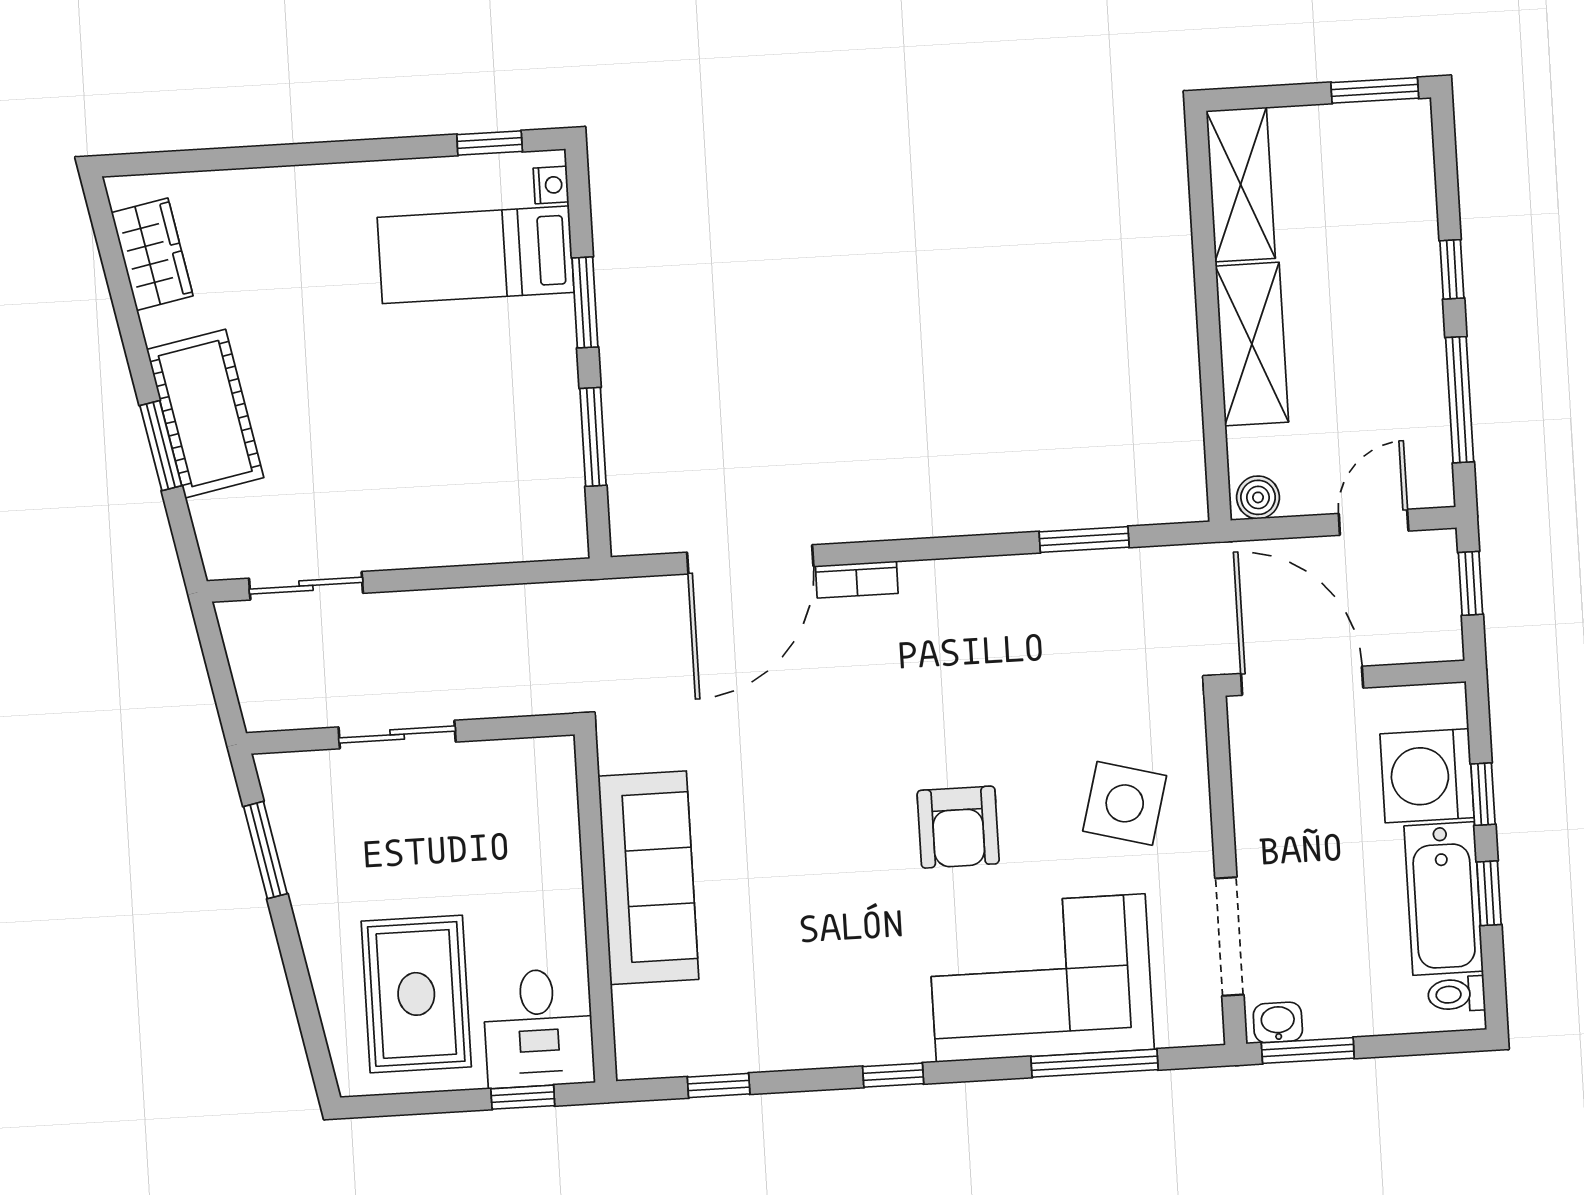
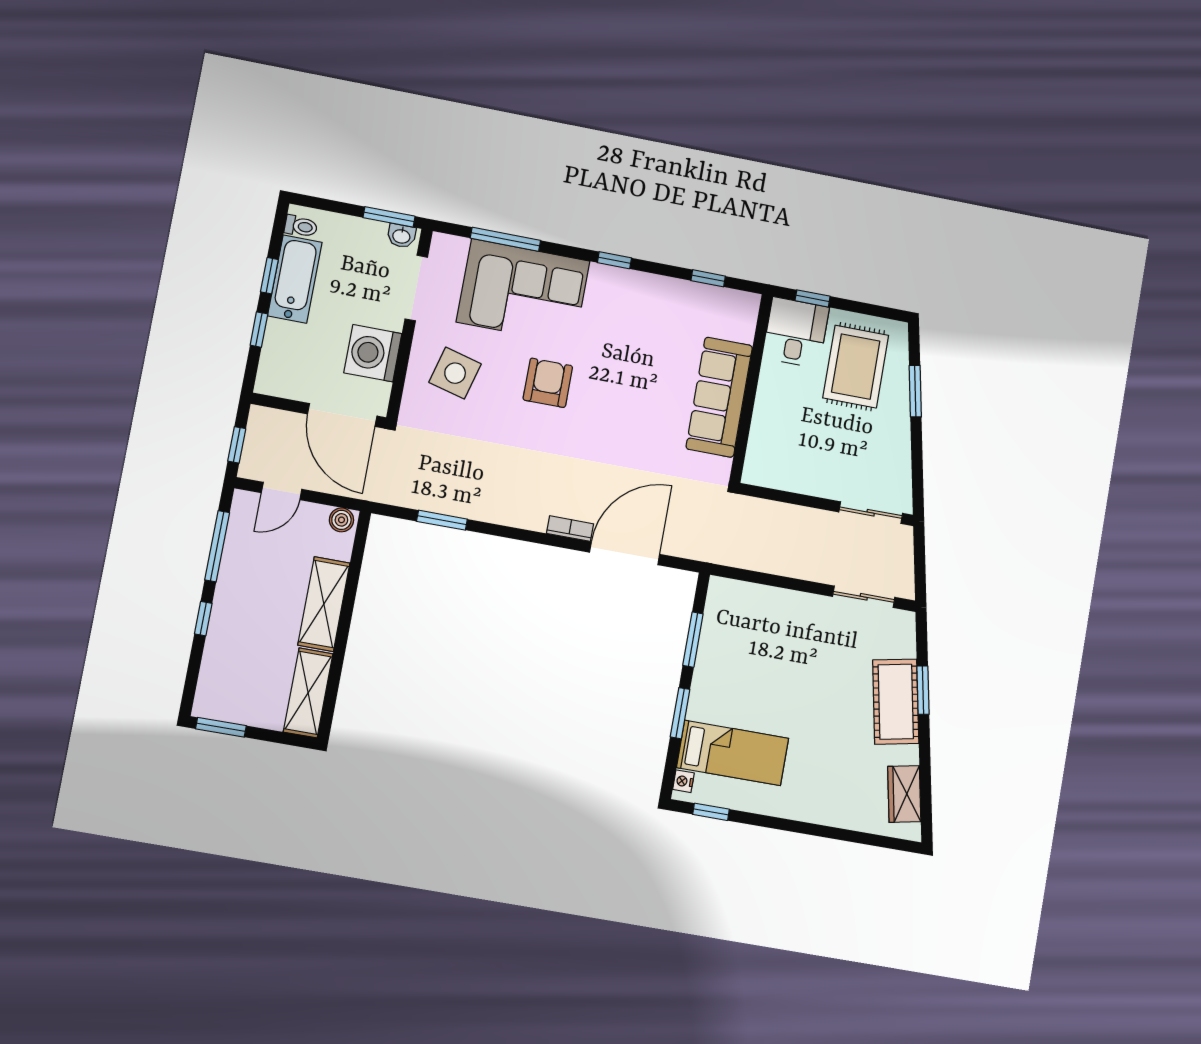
sliding door: (397, 734) -> (871, 513), moved
washing machine: (1427, 776) -> (373, 353), moved, turned 180
window: (265, 850) -> (915, 391), moved

